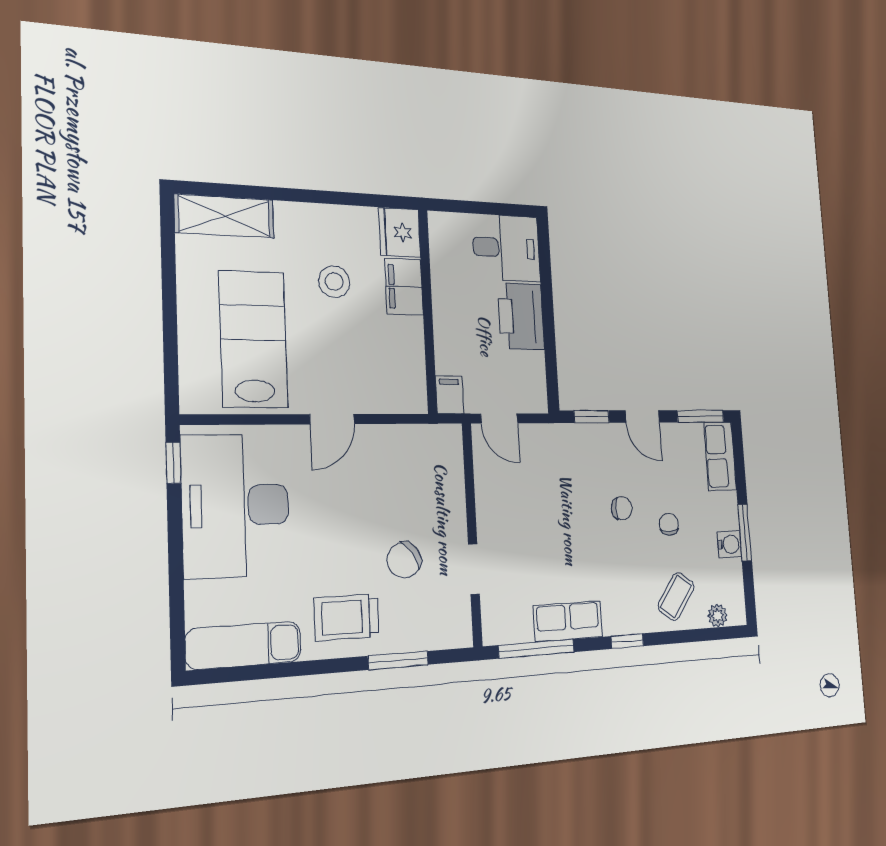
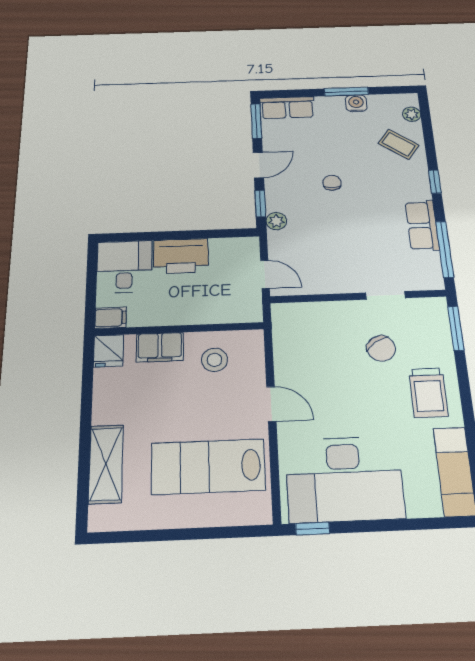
shelving: (224, 216) -> (106, 464), moved
fridge: (400, 232) -> (109, 351), width x0.72
stool: (334, 282) -> (214, 360), moved
filing cabinet: (450, 395) -> (111, 318), moved, turned 180
door: (499, 419) -> (265, 274), hinge flipped
plant: (569, 436) -> (276, 221), added
chair: (669, 524) -> (343, 148), removed
window: (398, 660) -> (456, 328), moved

